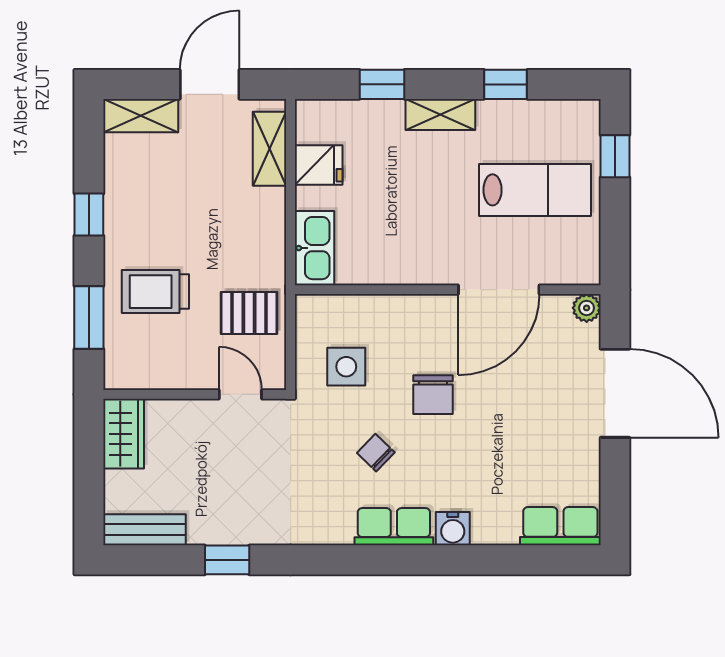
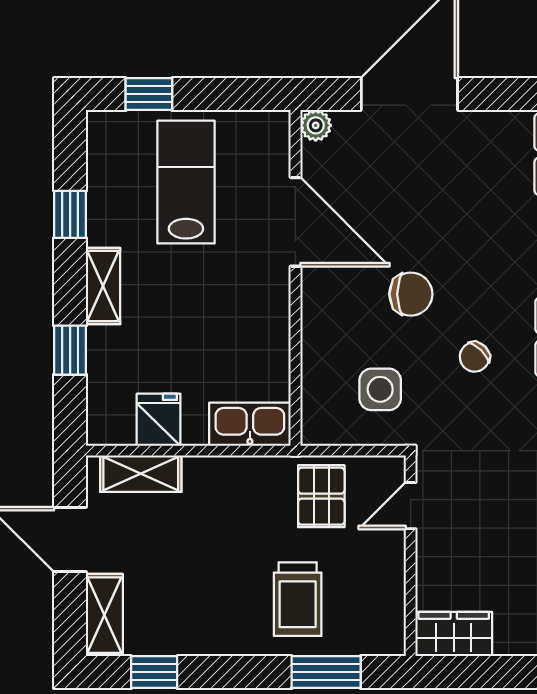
window: (89, 215) -> (154, 672), moved

